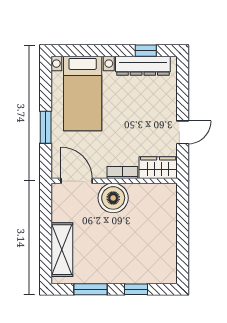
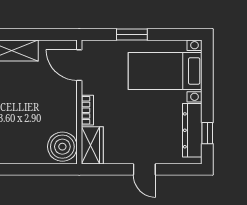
door: (183, 132) -> (144, 169), moved
door: (77, 181) -> (79, 65), swing flipped
boiler: (113, 198) -> (62, 147), moved

